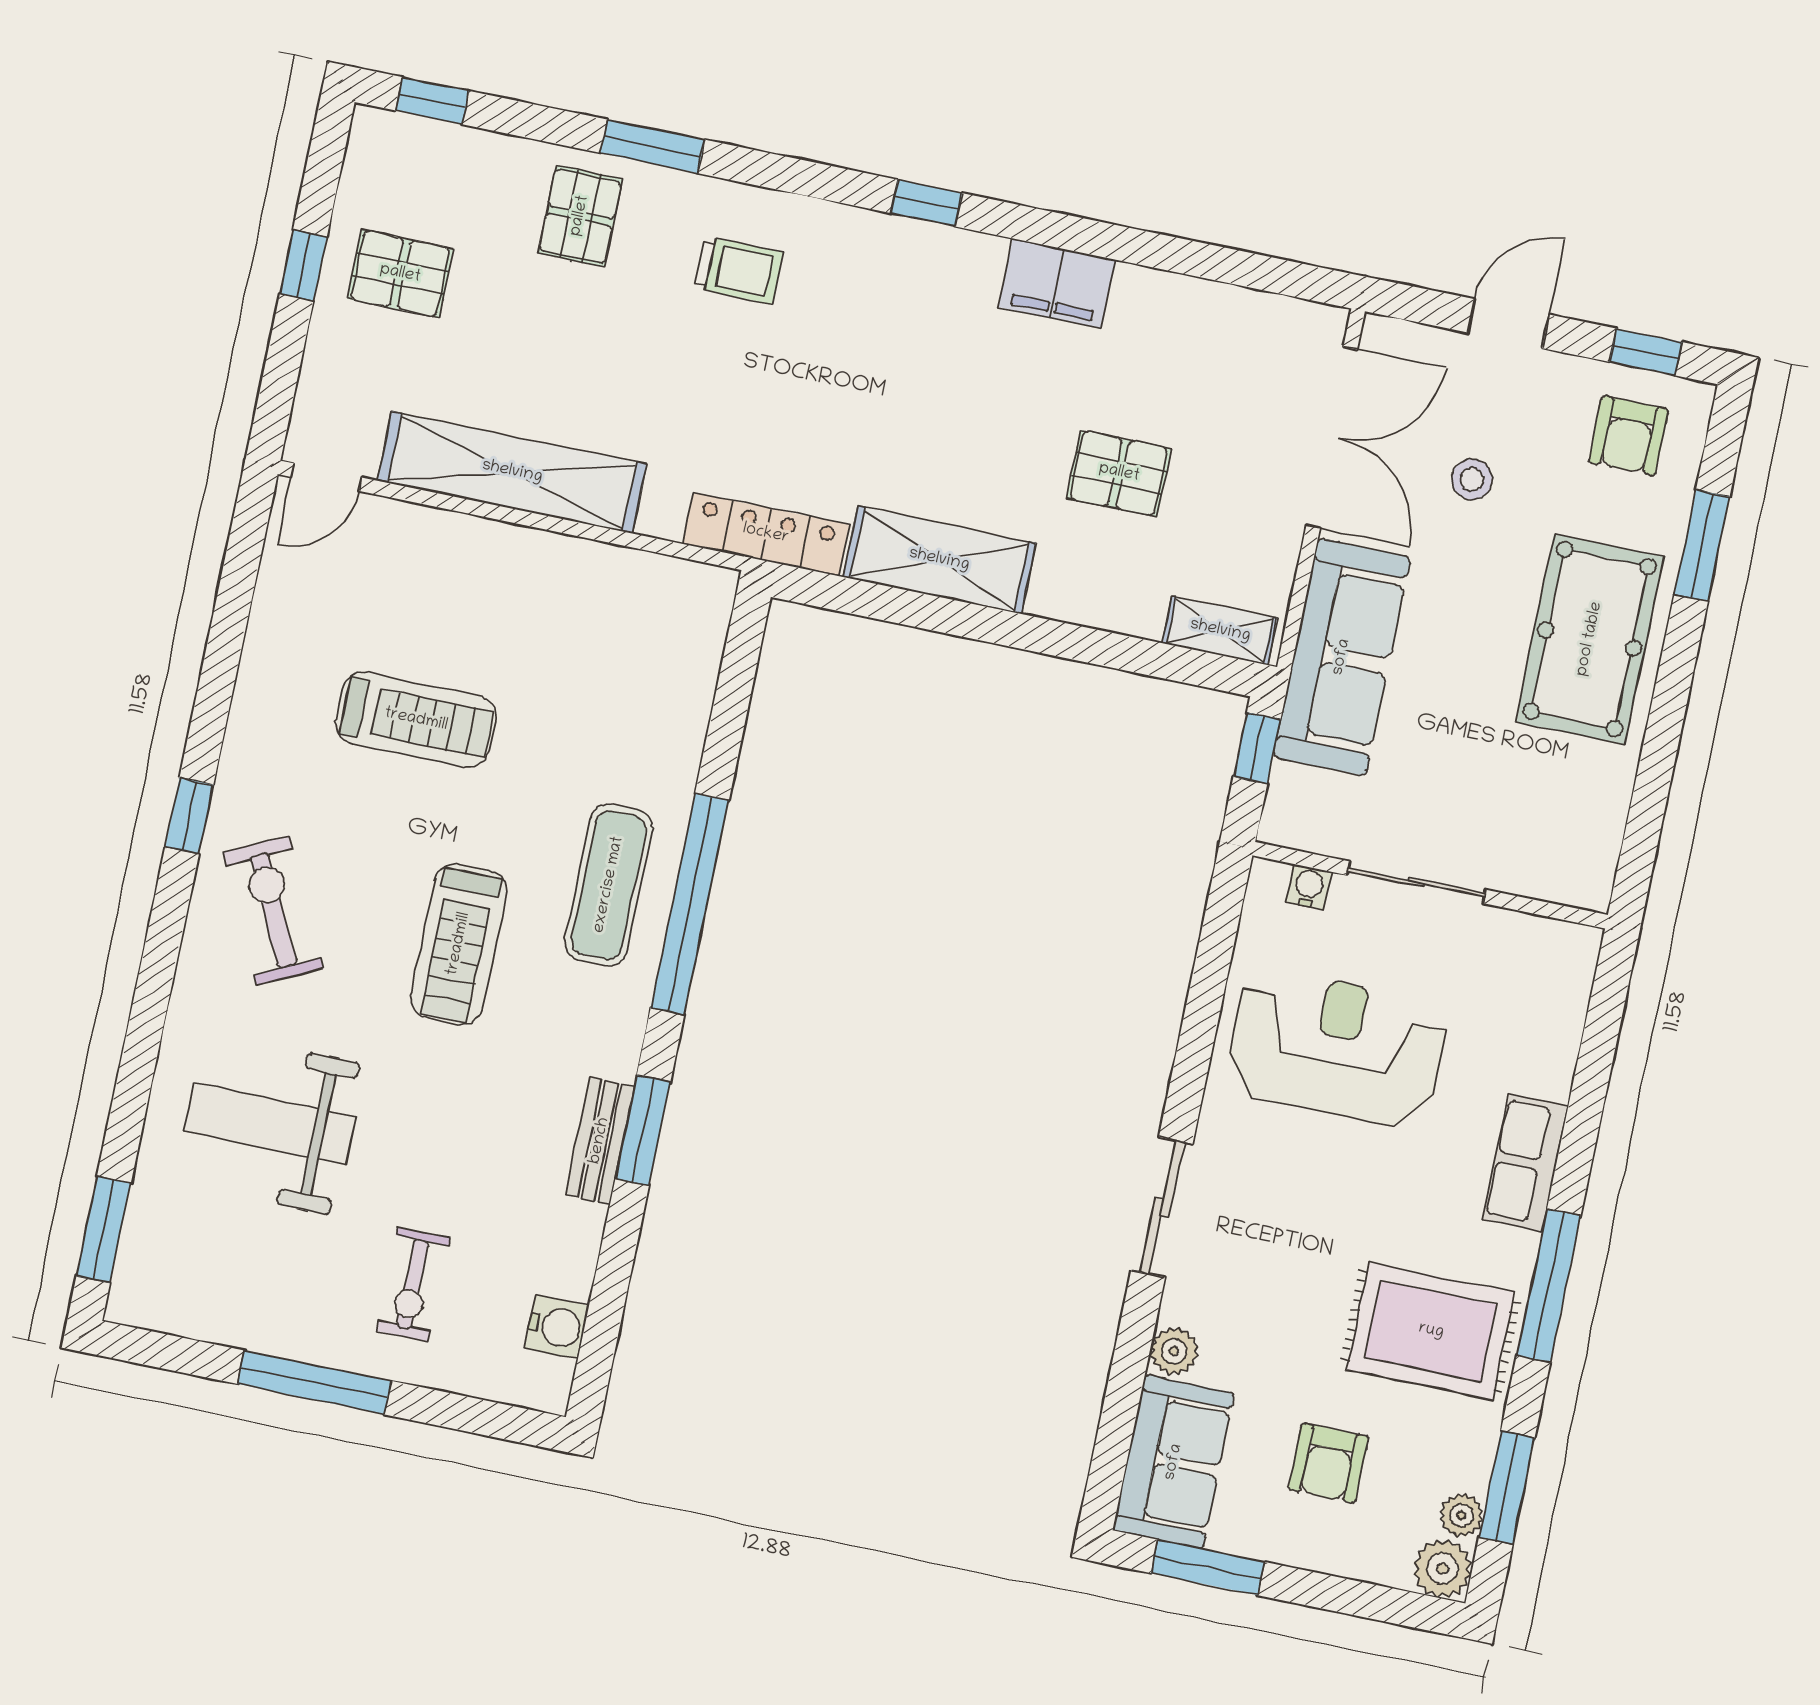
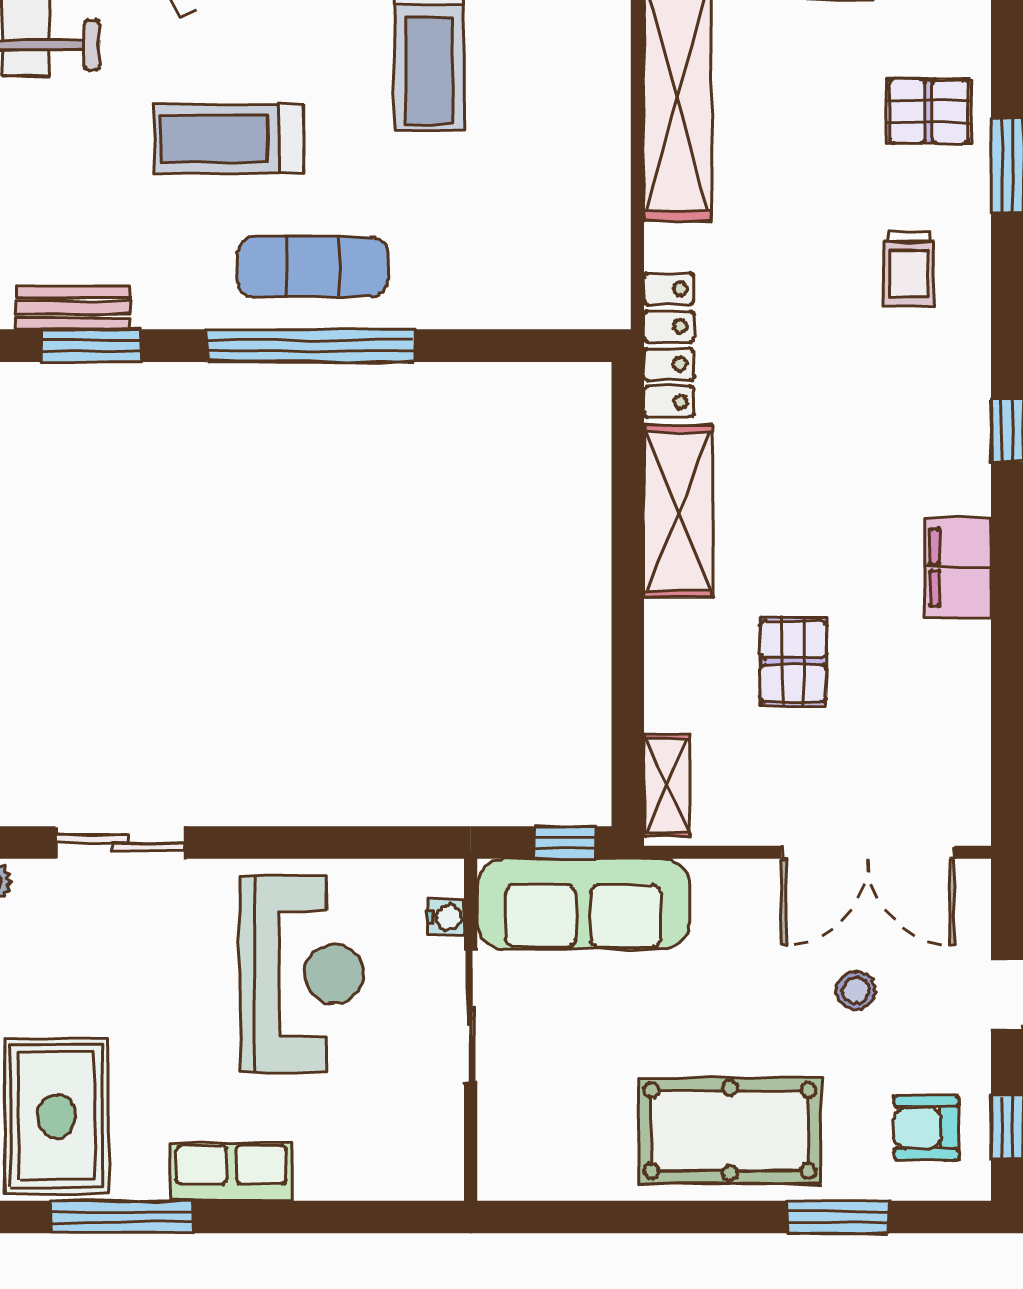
sofa: (1342, 657) -> (583, 904), moved

